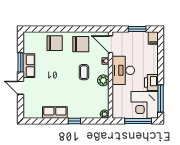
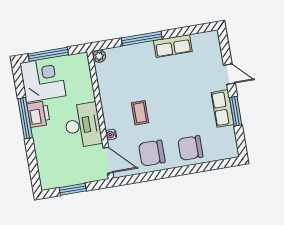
filing cabinet: (153, 38) -> (47, 180), removed
plant: (103, 80) -> (110, 105), removed
window: (161, 98) -> (25, 118), moved
window: (74, 121) -> (142, 38), width x2.17

